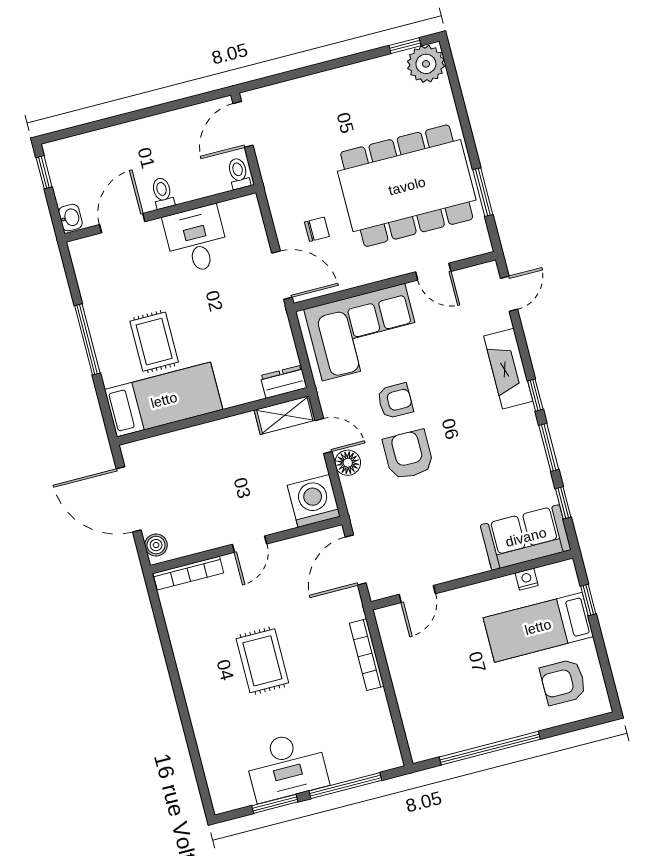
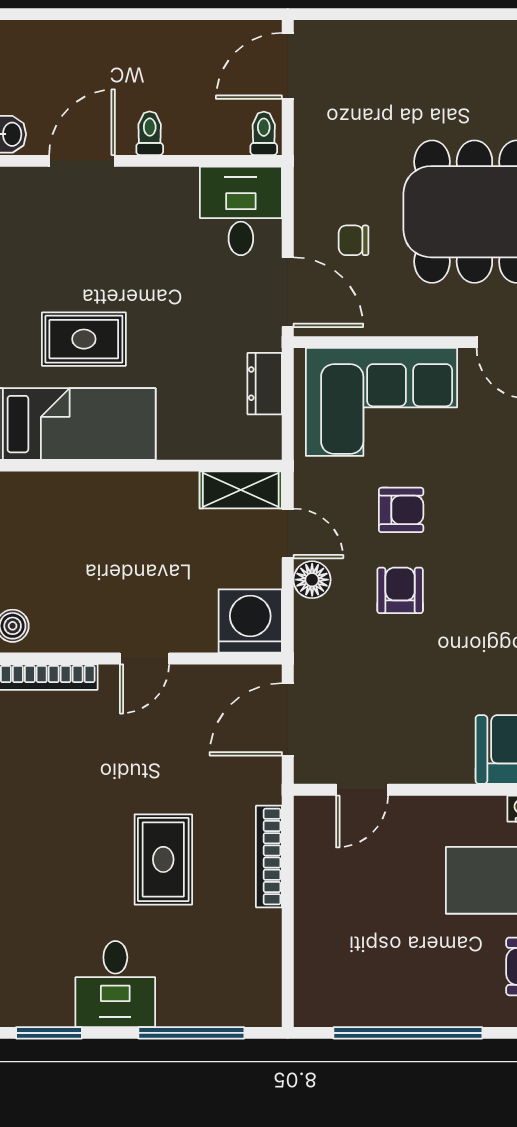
chair: (317, 229) -> (354, 240), turned 180
desk: (196, 240) -> (241, 211), moved
rug: (154, 342) -> (84, 339), turned 90
dresser: (284, 382) -> (265, 384), moved, turned -90
armchair: (408, 455) -> (400, 590), width x0.72, depth x0.72
rug: (262, 661) -> (163, 859), moved
desk: (286, 766) -> (115, 984), width x0.73
window: (275, 804) -> (49, 1033), moved

